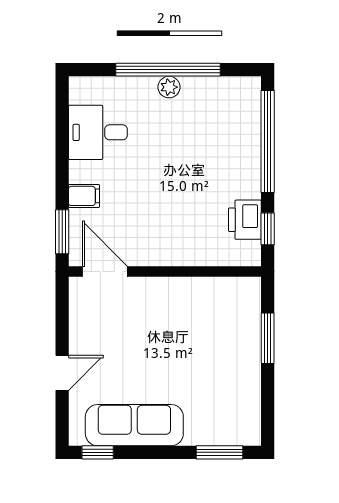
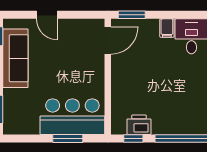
filing cabinet: (84, 196) -> (167, 28), moved
bar counter: (231, 330) -> (72, 117), added

